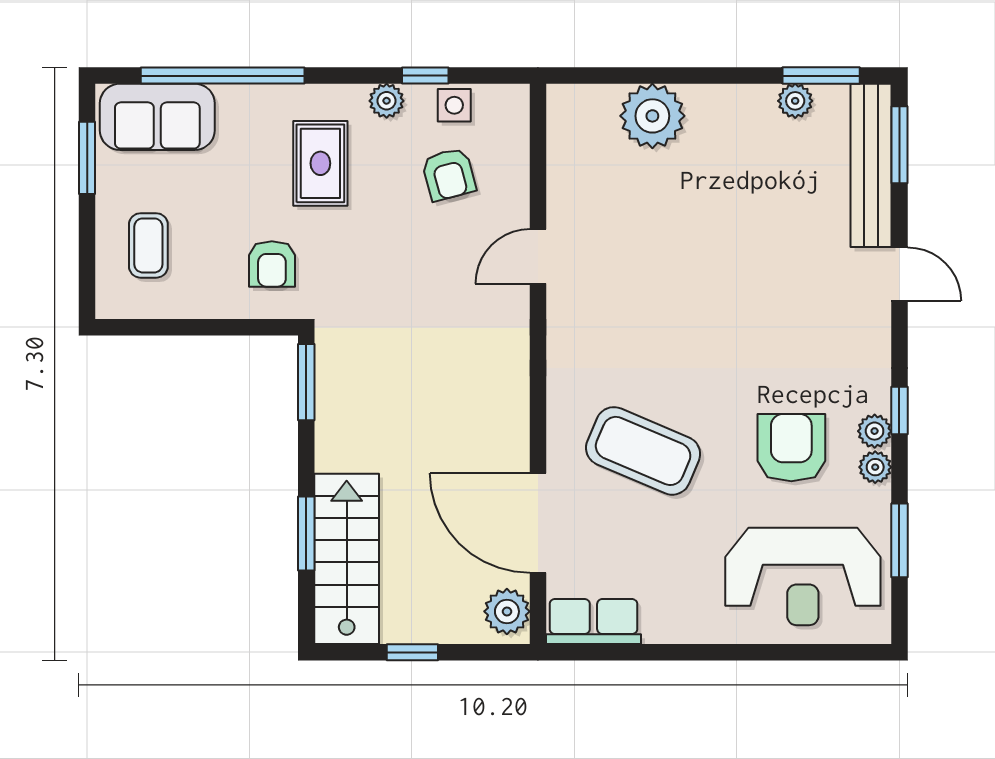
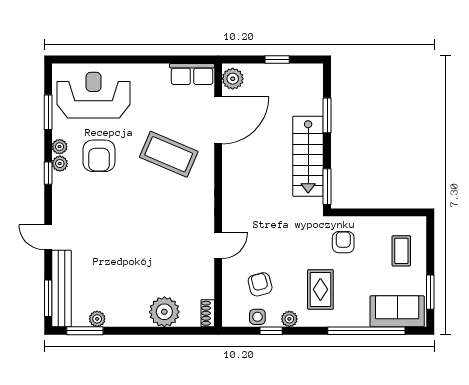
shoe rack: (560, 113) -> (208, 313), added
door: (538, 523) -> (218, 120), hinge flipped
stairs: (347, 559) -> (308, 156), moved

